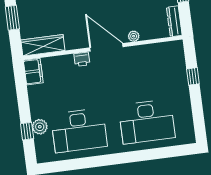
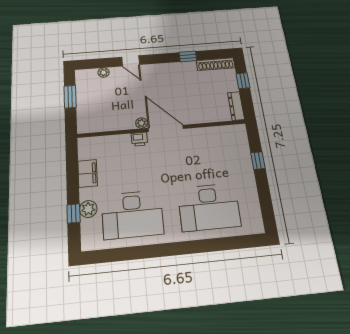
plant: (134, 36) -> (141, 123), moved
wardrobe: (43, 45) -> (99, 124), removed
filing cabinet: (33, 72) -> (88, 173), moved

